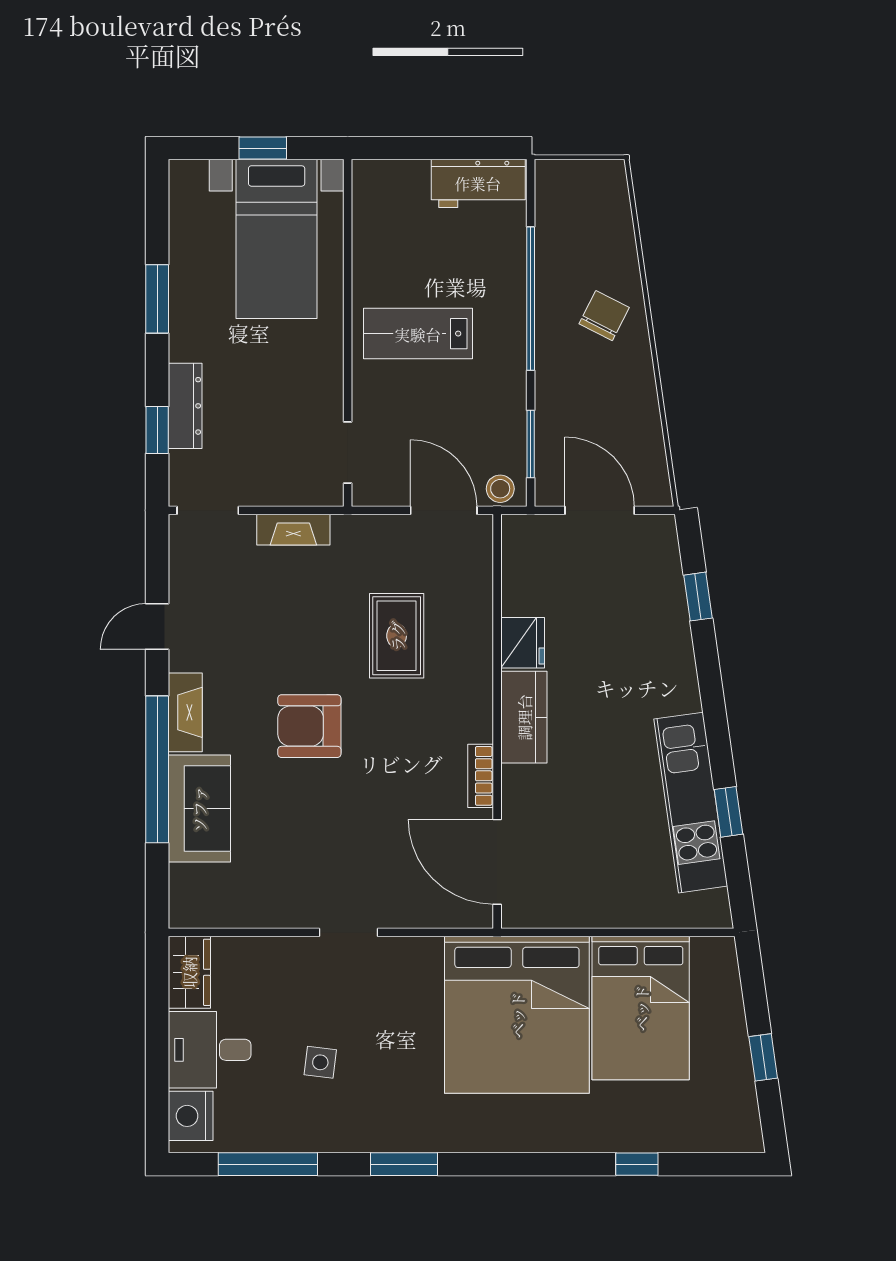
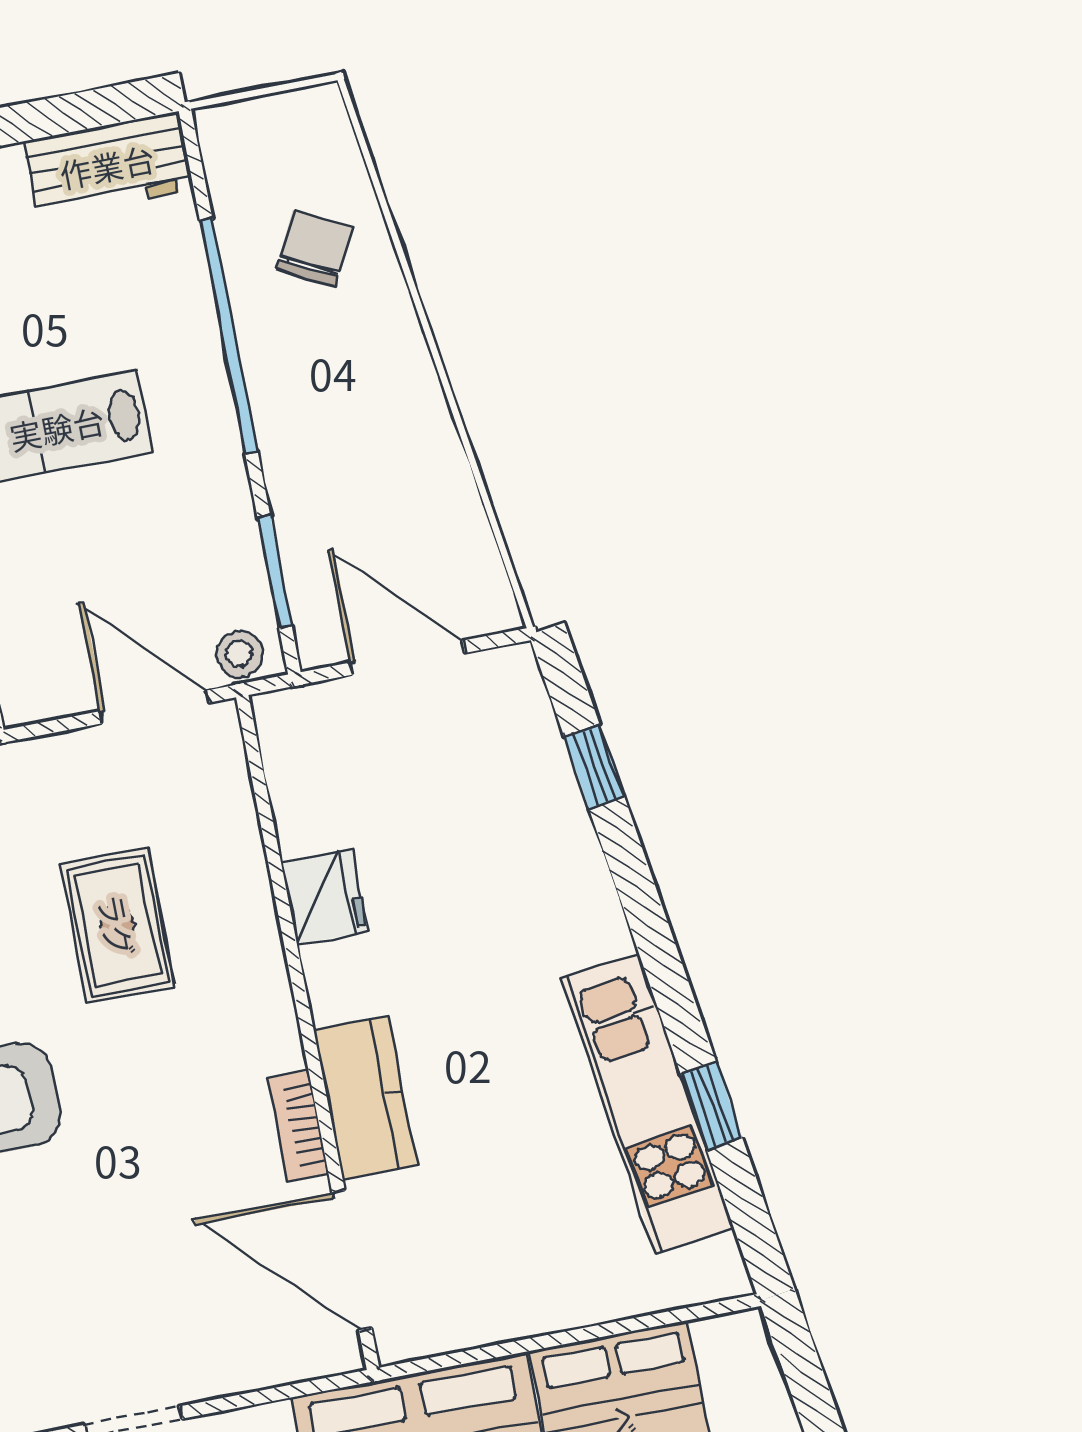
chair: (604, 316) -> (314, 248), moved
kitchen counter: (524, 717) -> (365, 1098), moved

